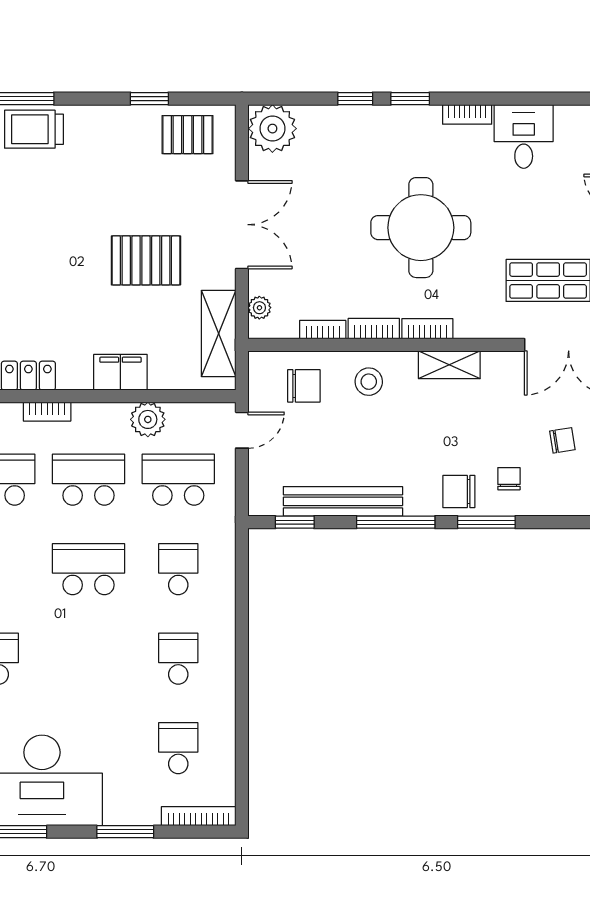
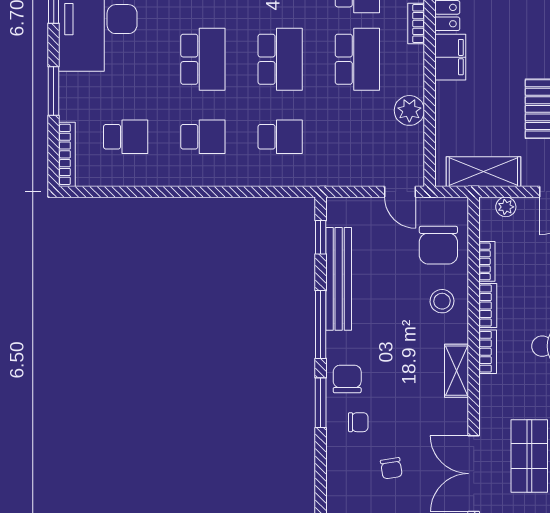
filing cabinet: (120, 372) -> (450, 57), moved
chair: (304, 386) -> (438, 245), width x1.37, depth x1.37
school desk: (178, 480) -> (203, 59), moved

